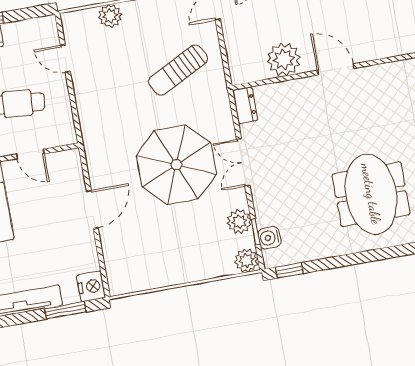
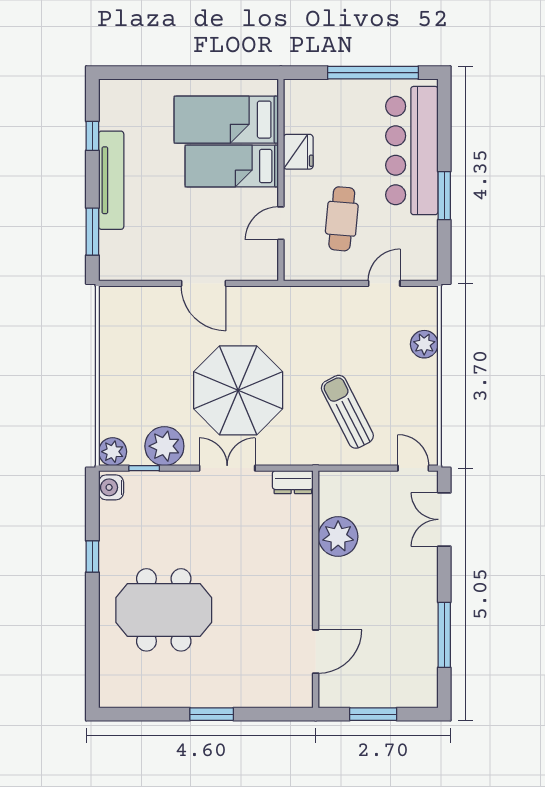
door: (336, 69) -> (316, 652), moved
plant: (239, 222) -> (164, 446), width x1.36, depth x1.36
water cooler: (269, 238) -> (111, 487), moved, turned -90
window: (289, 270) -> (92, 556), moved
nightstand: (91, 286) -> (115, 266), removed

